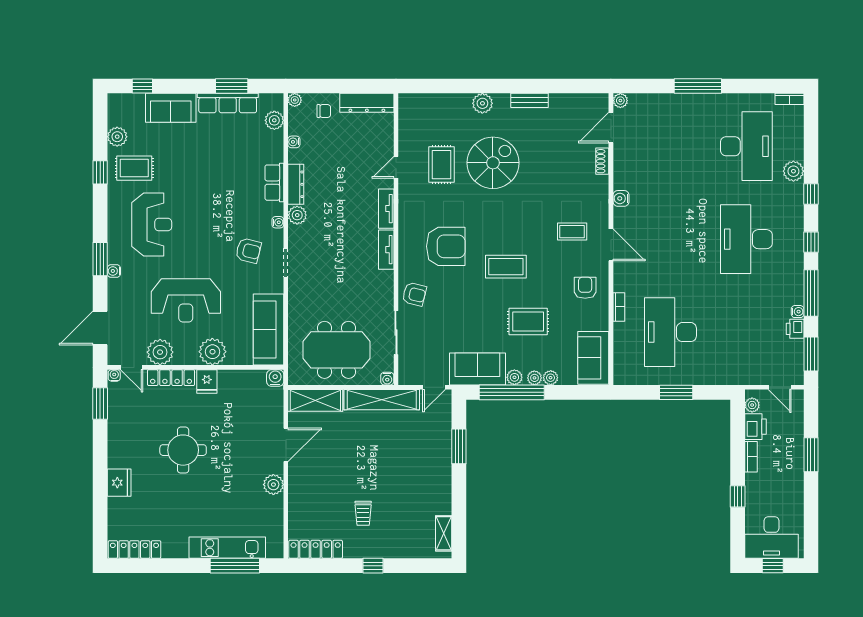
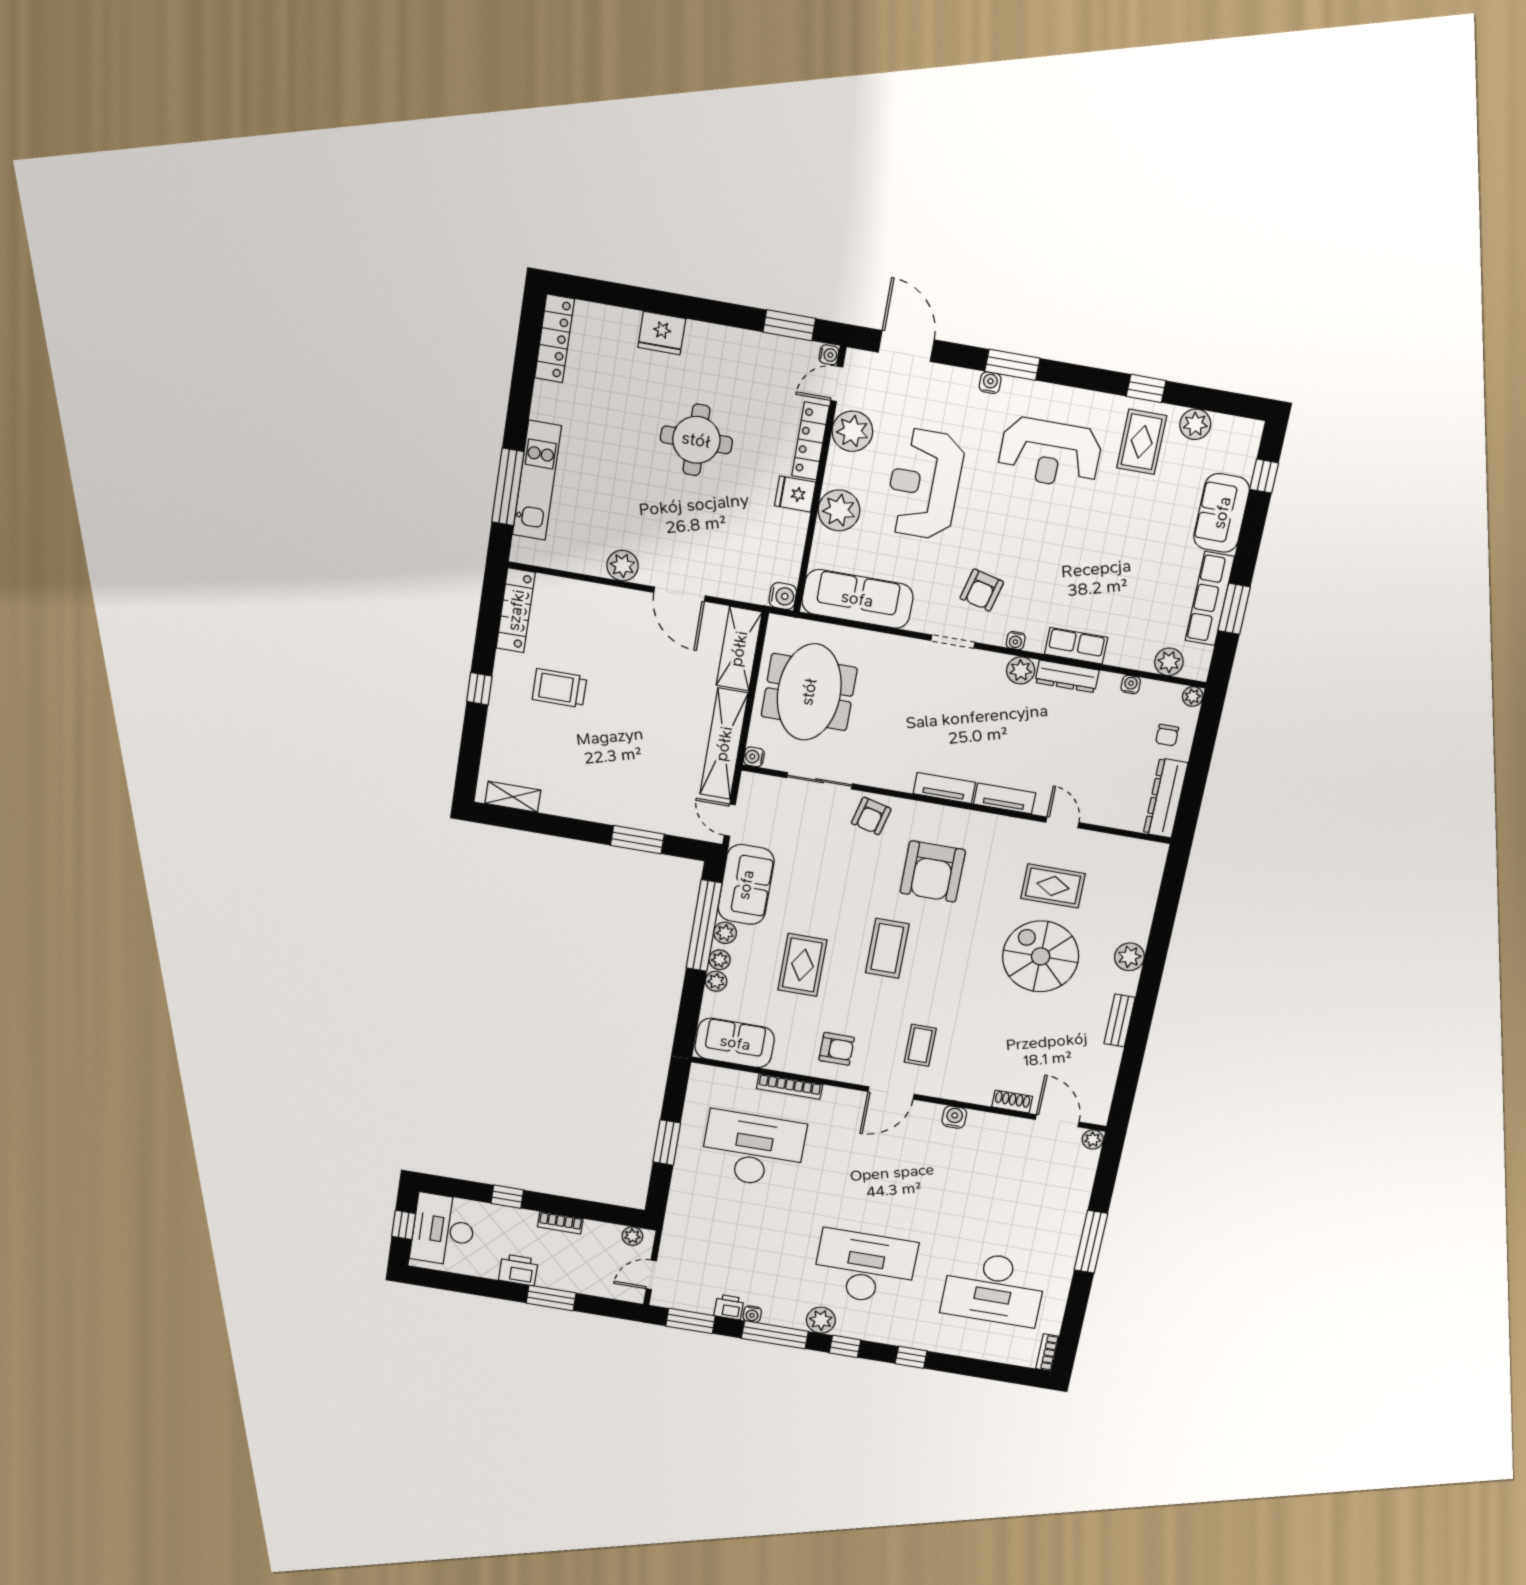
spiral stairs: (493, 163) -> (1041, 956), turned 180
plant: (793, 171) -> (821, 1320), moved
bookcase: (619, 307) -> (790, 1087), width x1.56
printer: (756, 427) -> (518, 1270), moved, turned 180
trolley: (363, 513) -> (560, 688), width x1.36, depth x1.39

